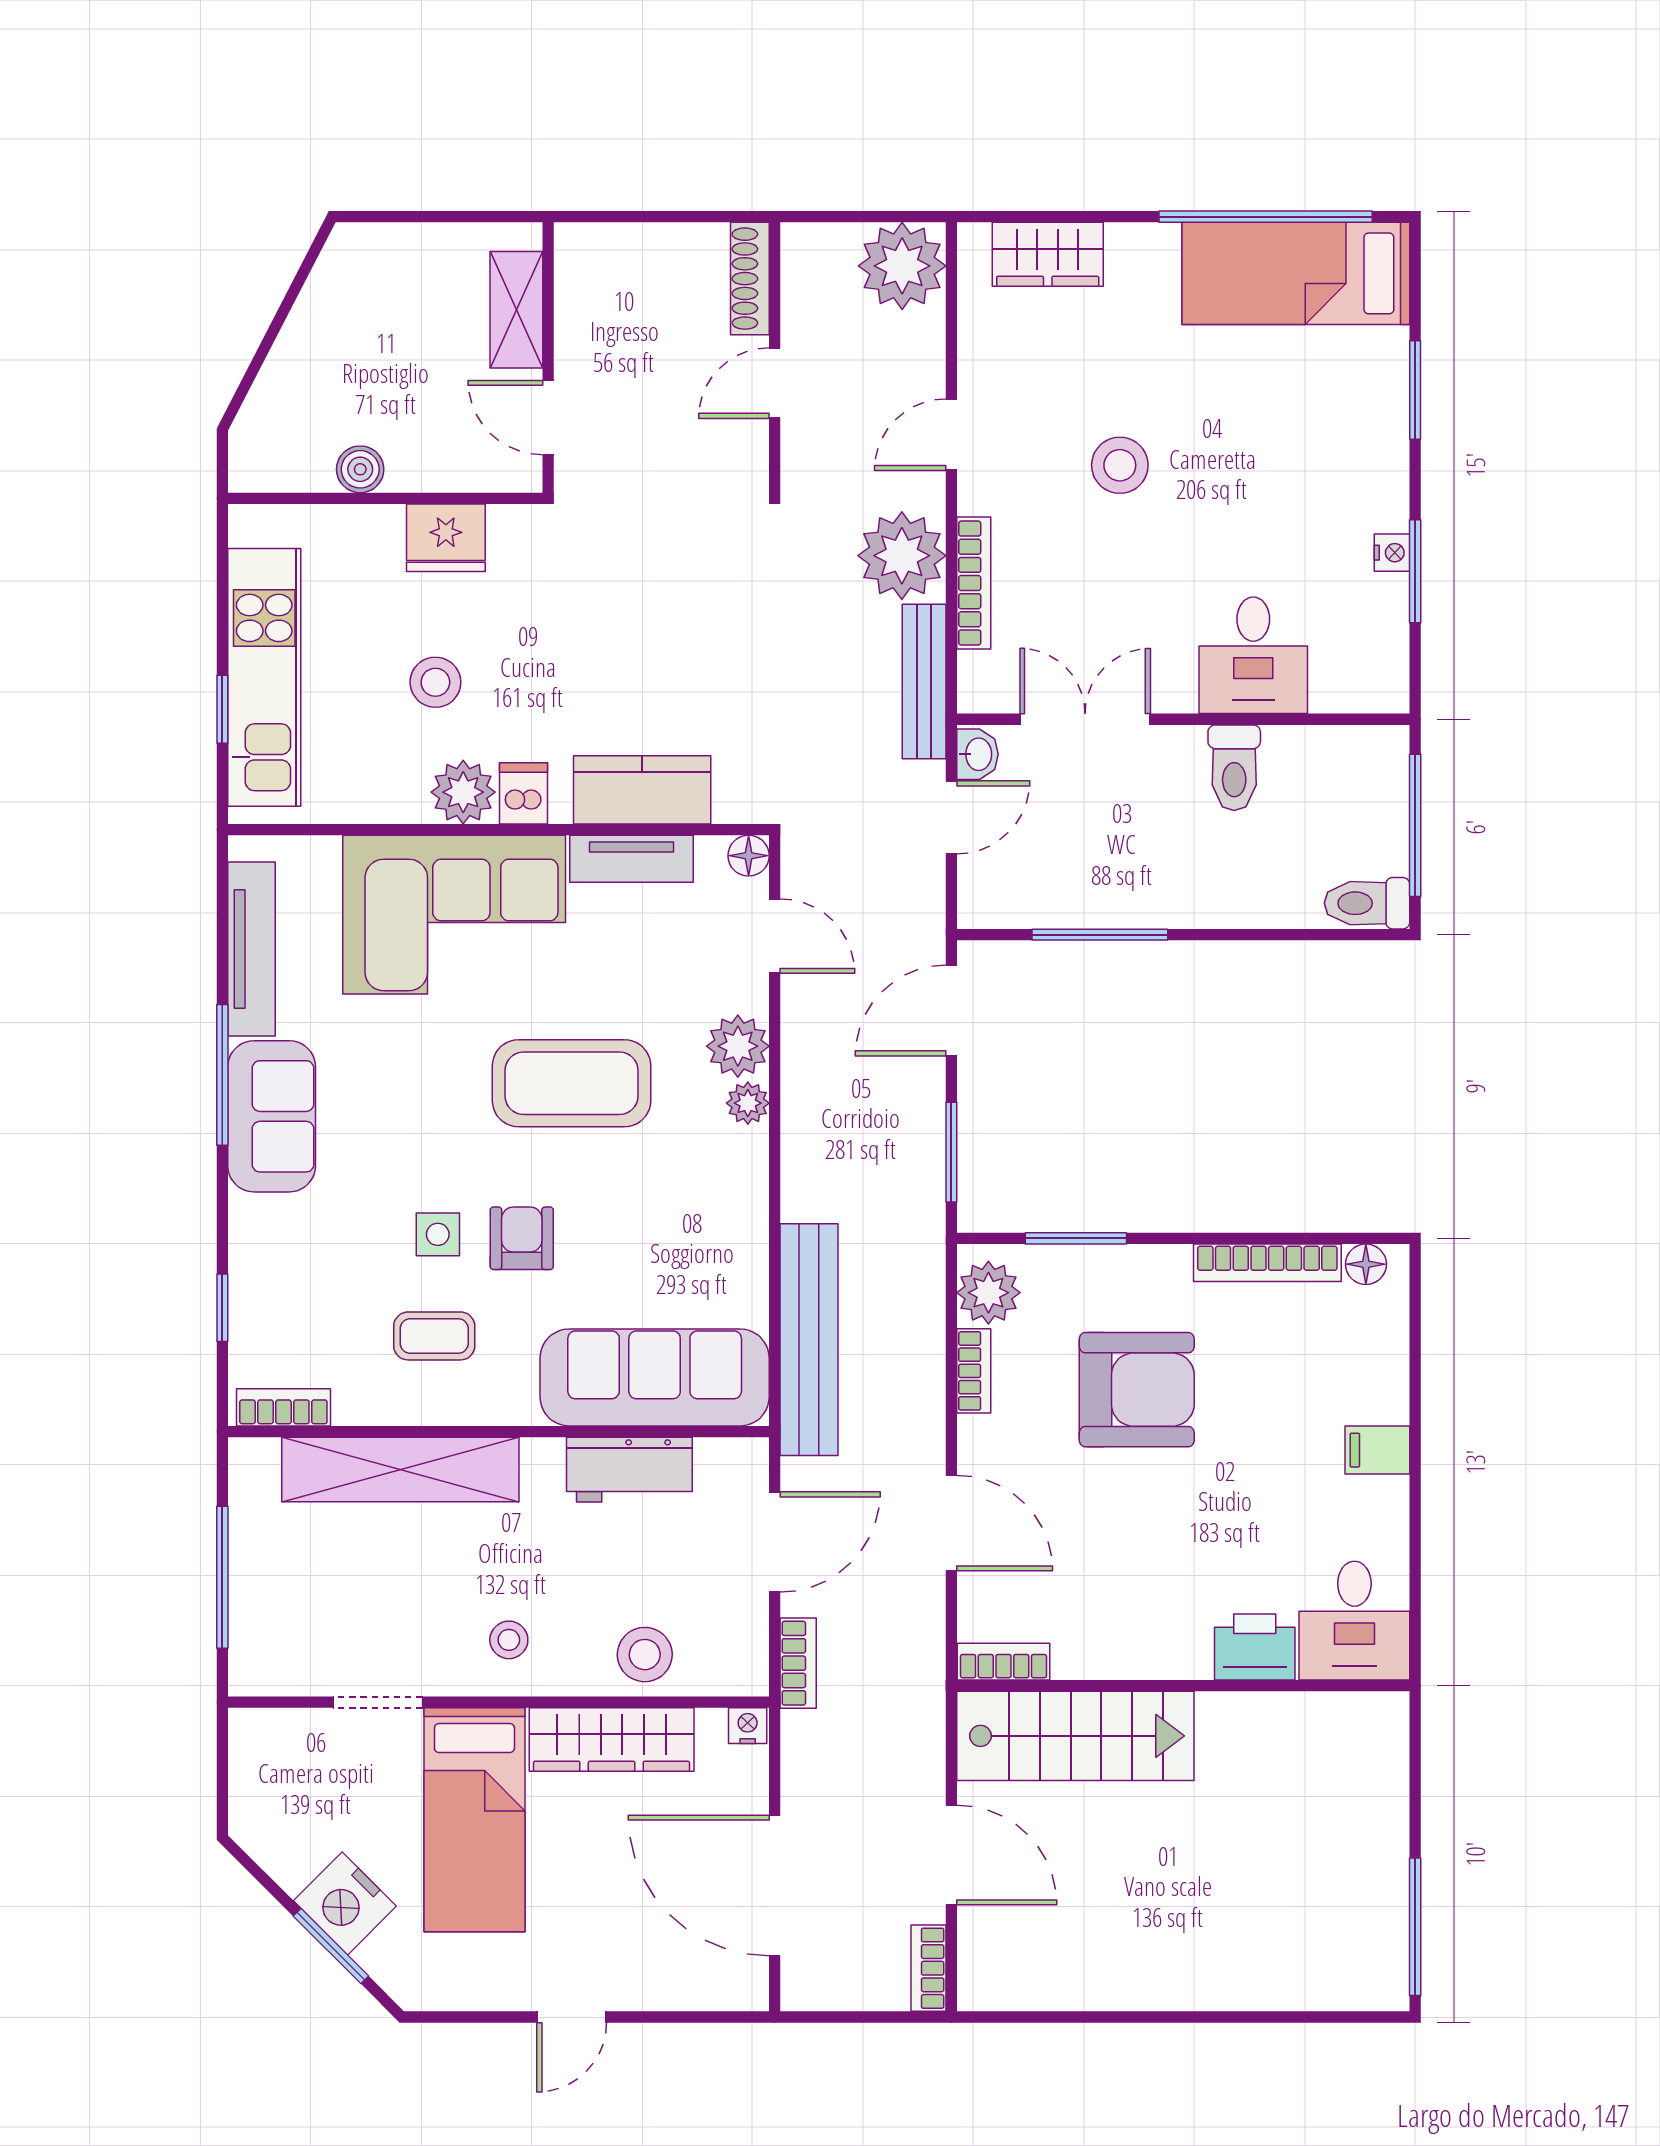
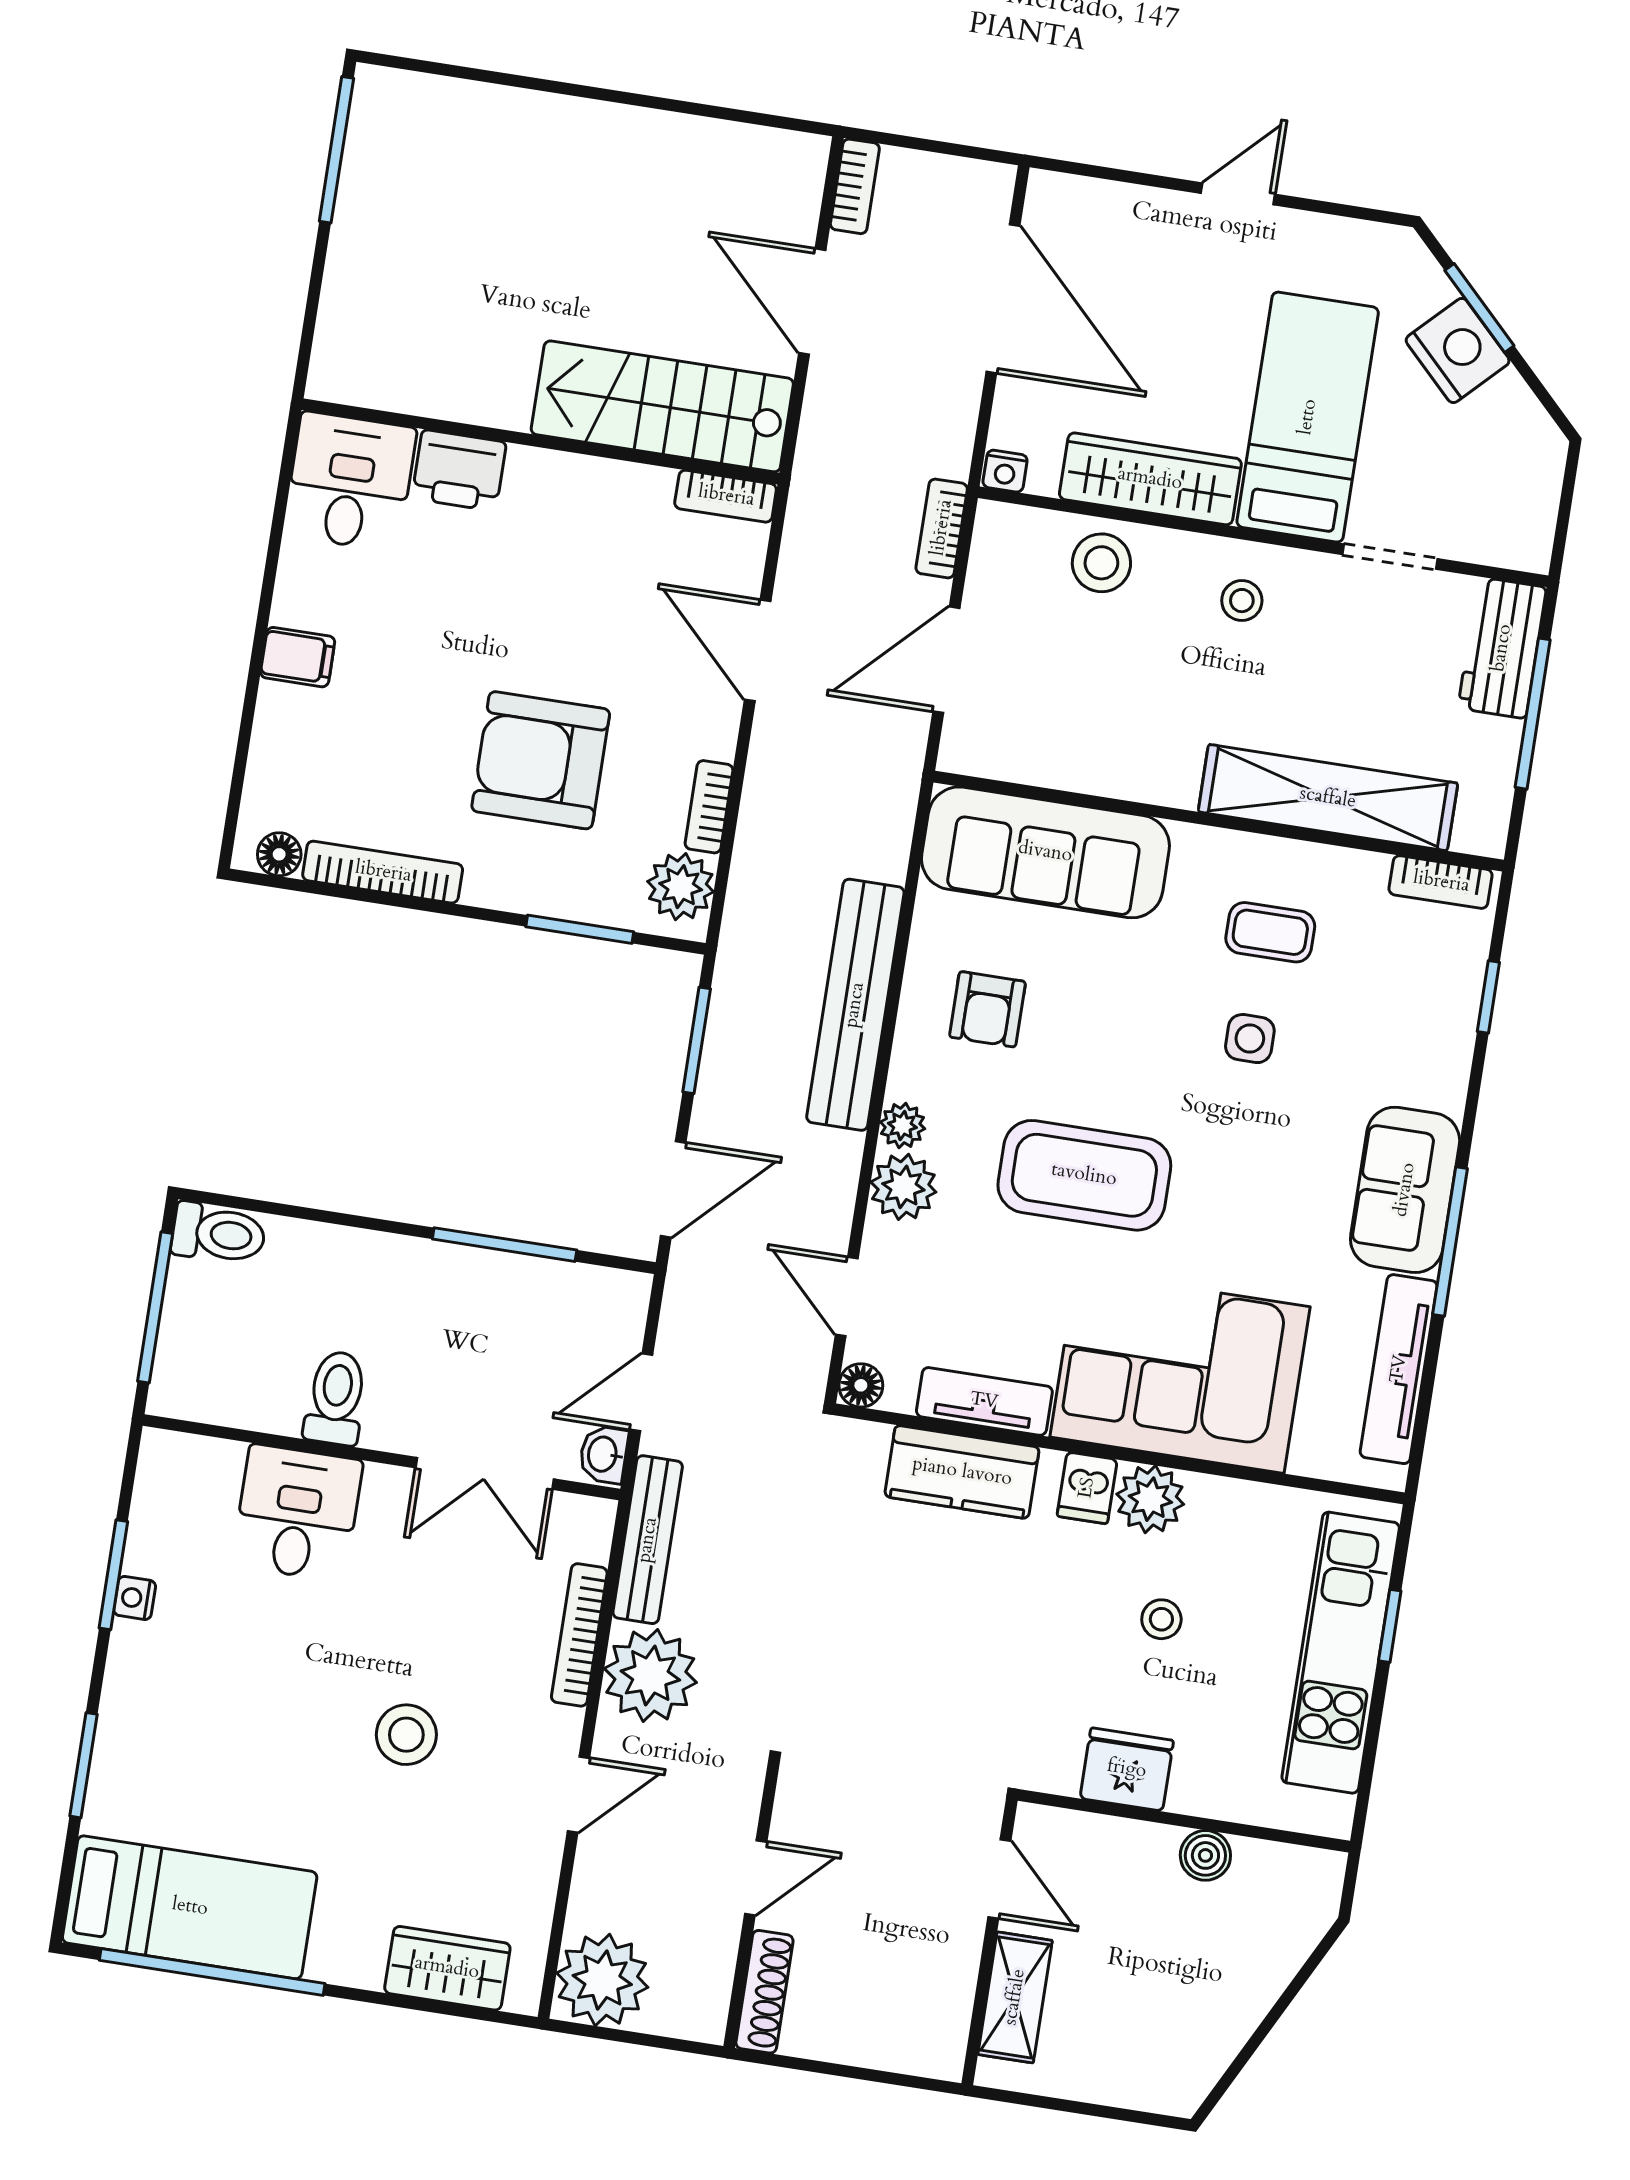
stool: (435, 682) -> (1161, 1619), width x0.73, depth x0.73
armchair: (522, 1238) -> (987, 1009), moved
bench: (809, 1340) -> (855, 1005), moved
workbench: (629, 1470) -> (1502, 648), moved, turned -90

